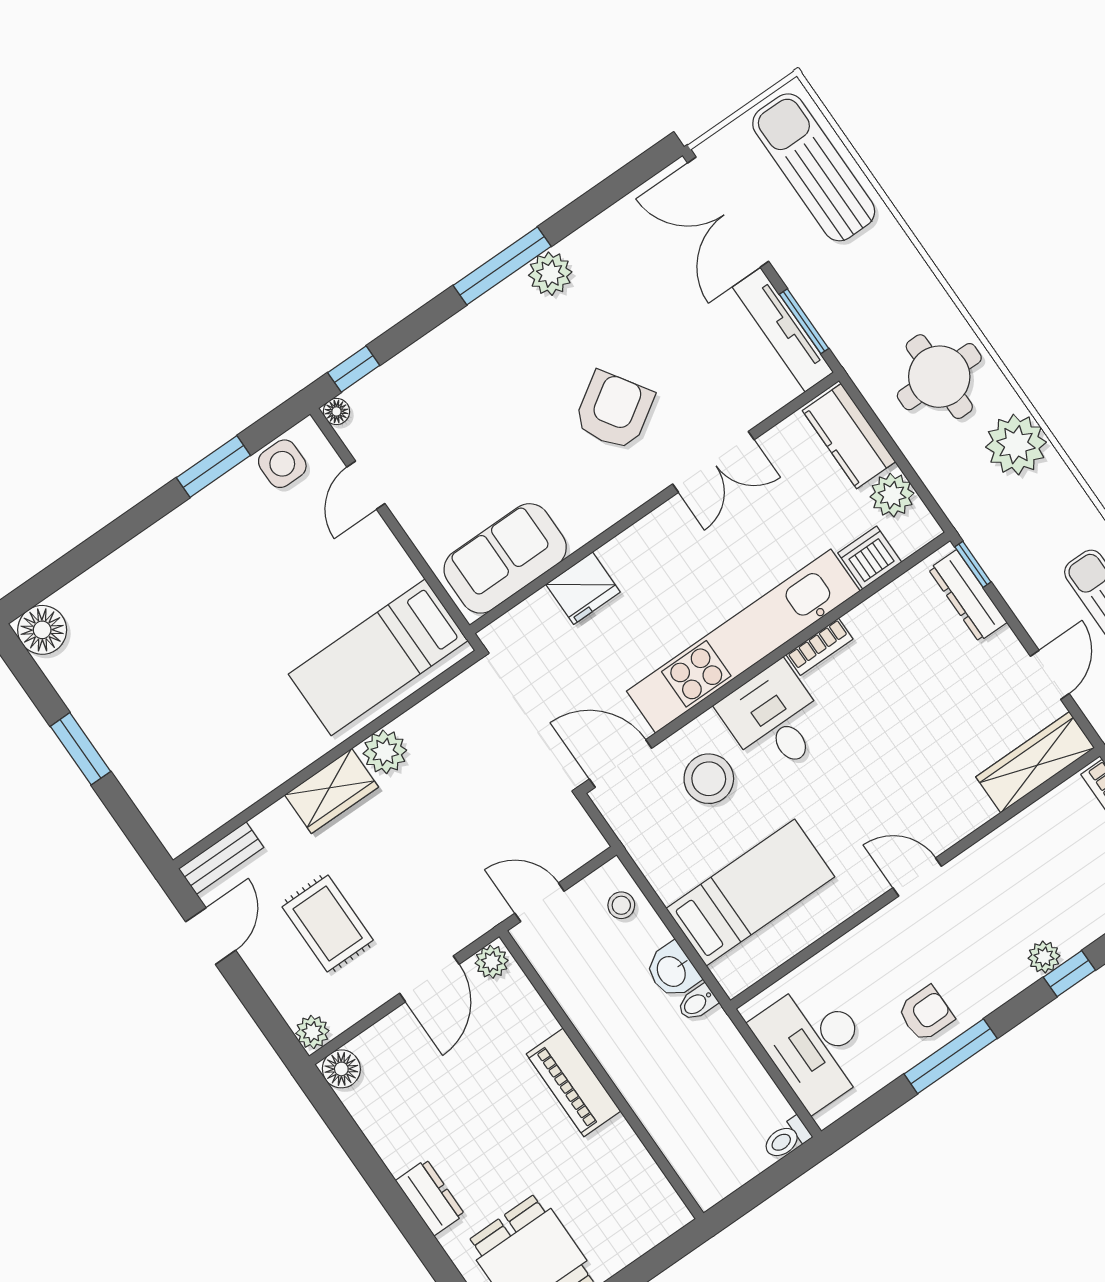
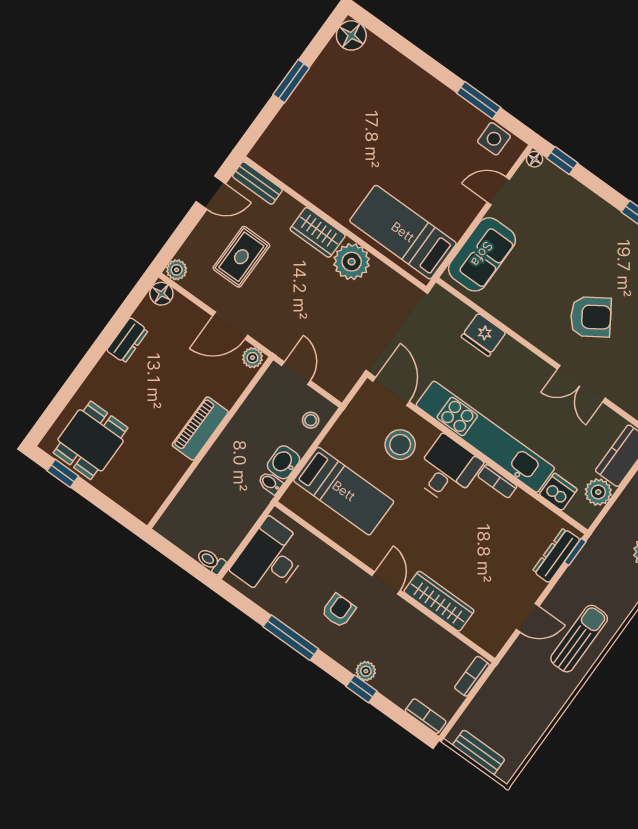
sofa: (505, 558) -> (482, 254), moved, turned 90
plant: (385, 752) -> (352, 262), width x1.36, depth x1.36
wardrobe: (1035, 762) -> (439, 601), moved
armchair: (926, 1014) -> (339, 611), moved, turned -90
dresser: (430, 1197) -> (127, 340), moved

